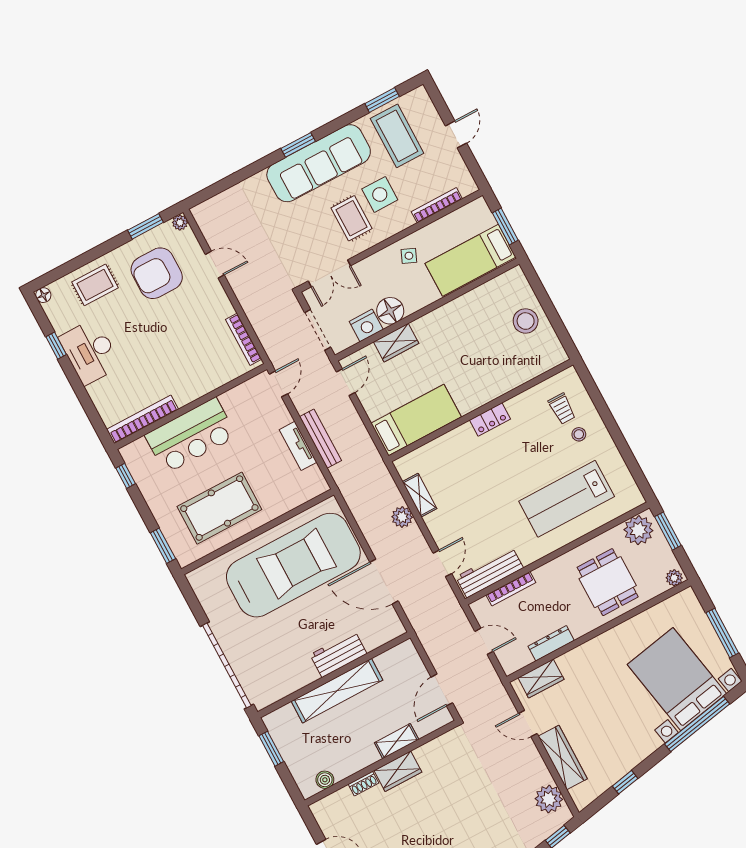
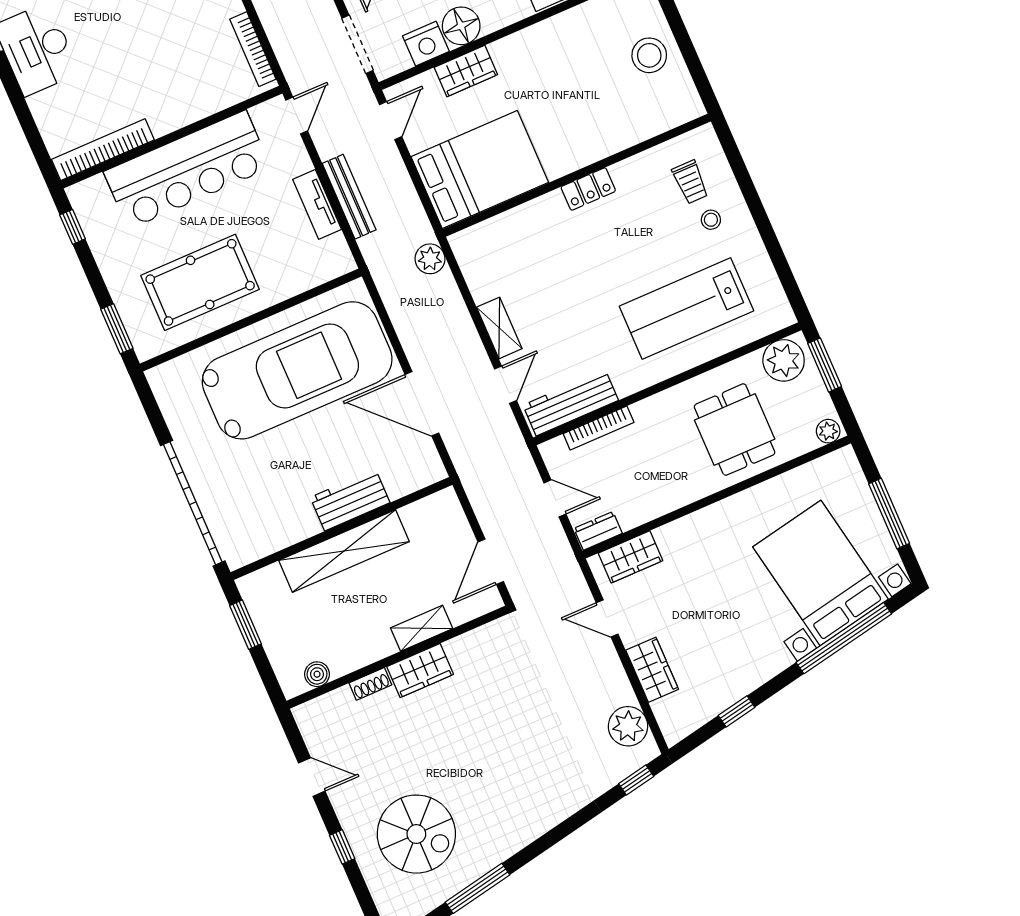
bed: (416, 420) -> (480, 170), width x1.50
bar counter: (191, 436) -> (187, 170), width x1.36
shelving: (420, 495) -> (499, 328), moved
plant: (402, 517) -> (430, 259), moved
dresser: (551, 643) -> (598, 531), moved, width x0.70
wardrobe: (563, 757) -> (652, 670), width x0.67

